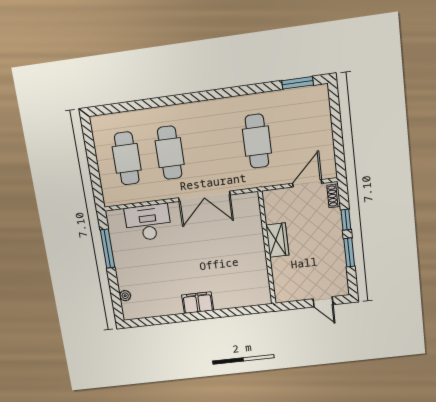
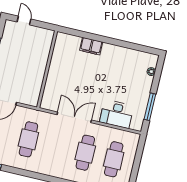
wardrobe: (277, 240) -> (39, 72), removed
filing cabinet: (198, 303) -> (91, 46), moved

